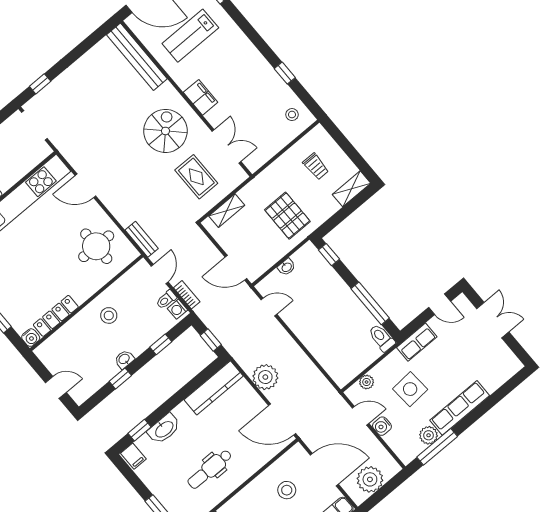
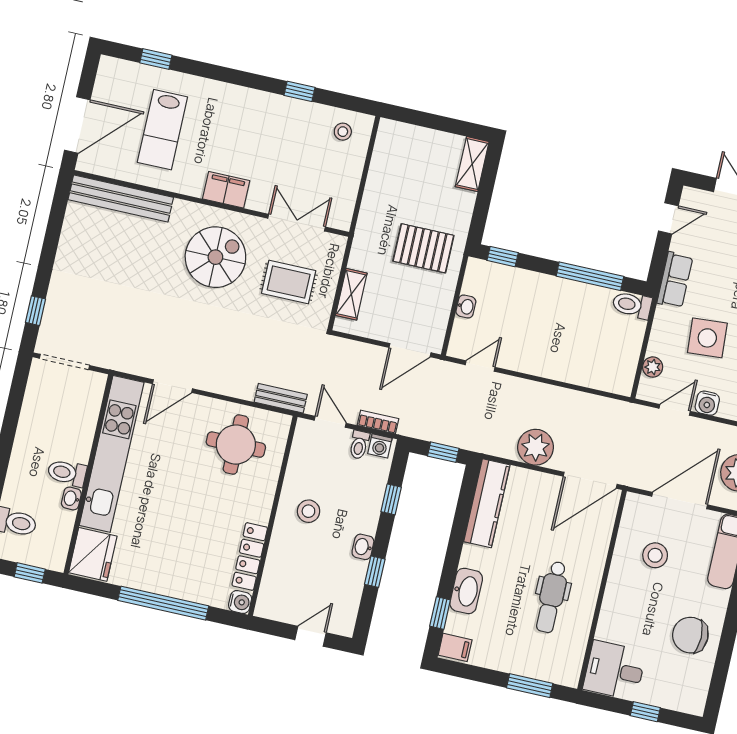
spiral stairs: (165, 131) -> (215, 257), turned 90
trolley: (316, 166) -> (413, 169), removed

